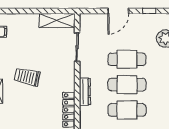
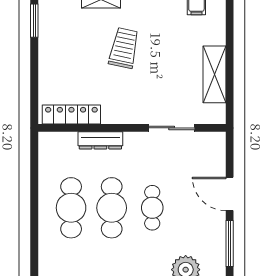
window: (149, 11) -> (230, 244), width x2.17
shelving: (57, 20) -> (214, 74), moved
cafe table: (127, 59) -> (152, 208), width x0.73, depth x0.74

